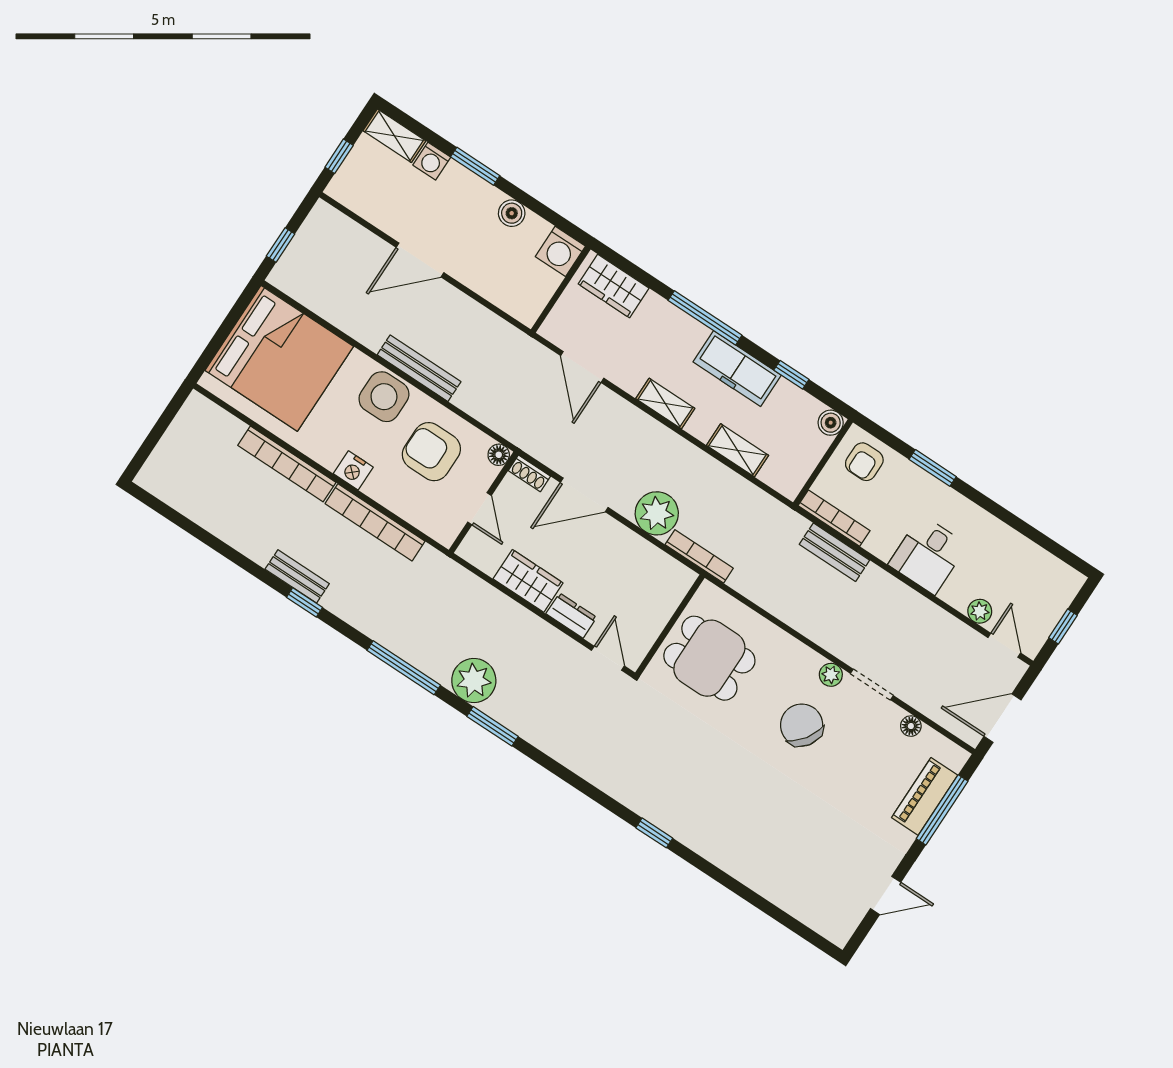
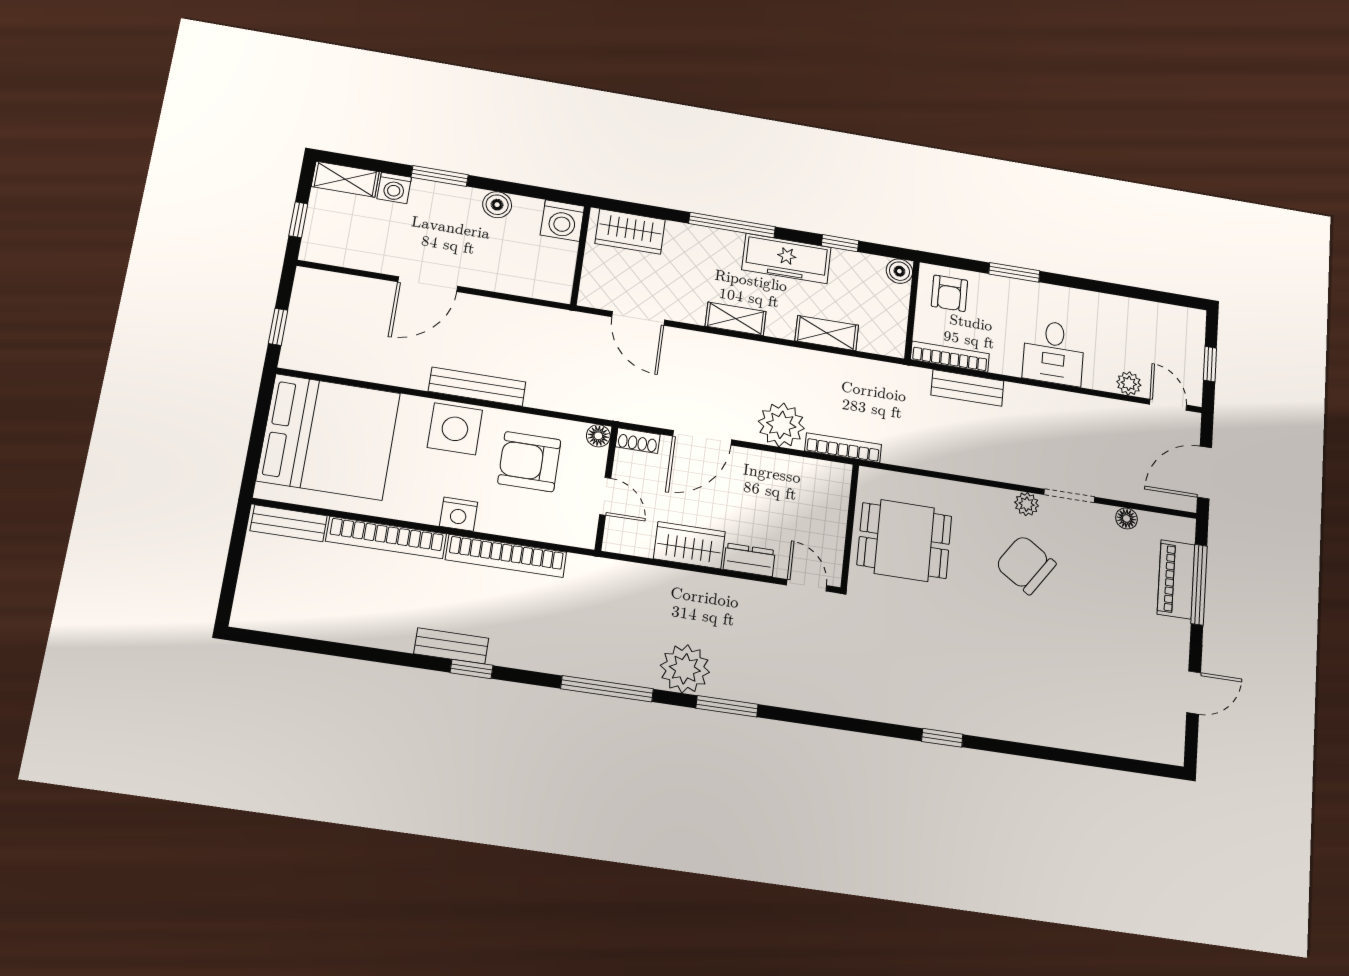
bench: (215, 417) -> (289, 523), added

